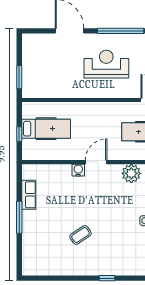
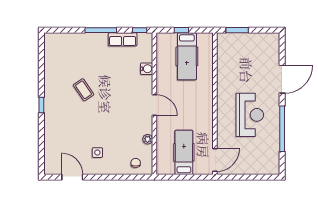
water cooler: (78, 170) -> (147, 69), moved
plant: (131, 173) -> (148, 139), width x0.53, depth x0.53
window: (19, 177) -> (140, 30), added
window: (107, 278) -> (41, 105), moved

